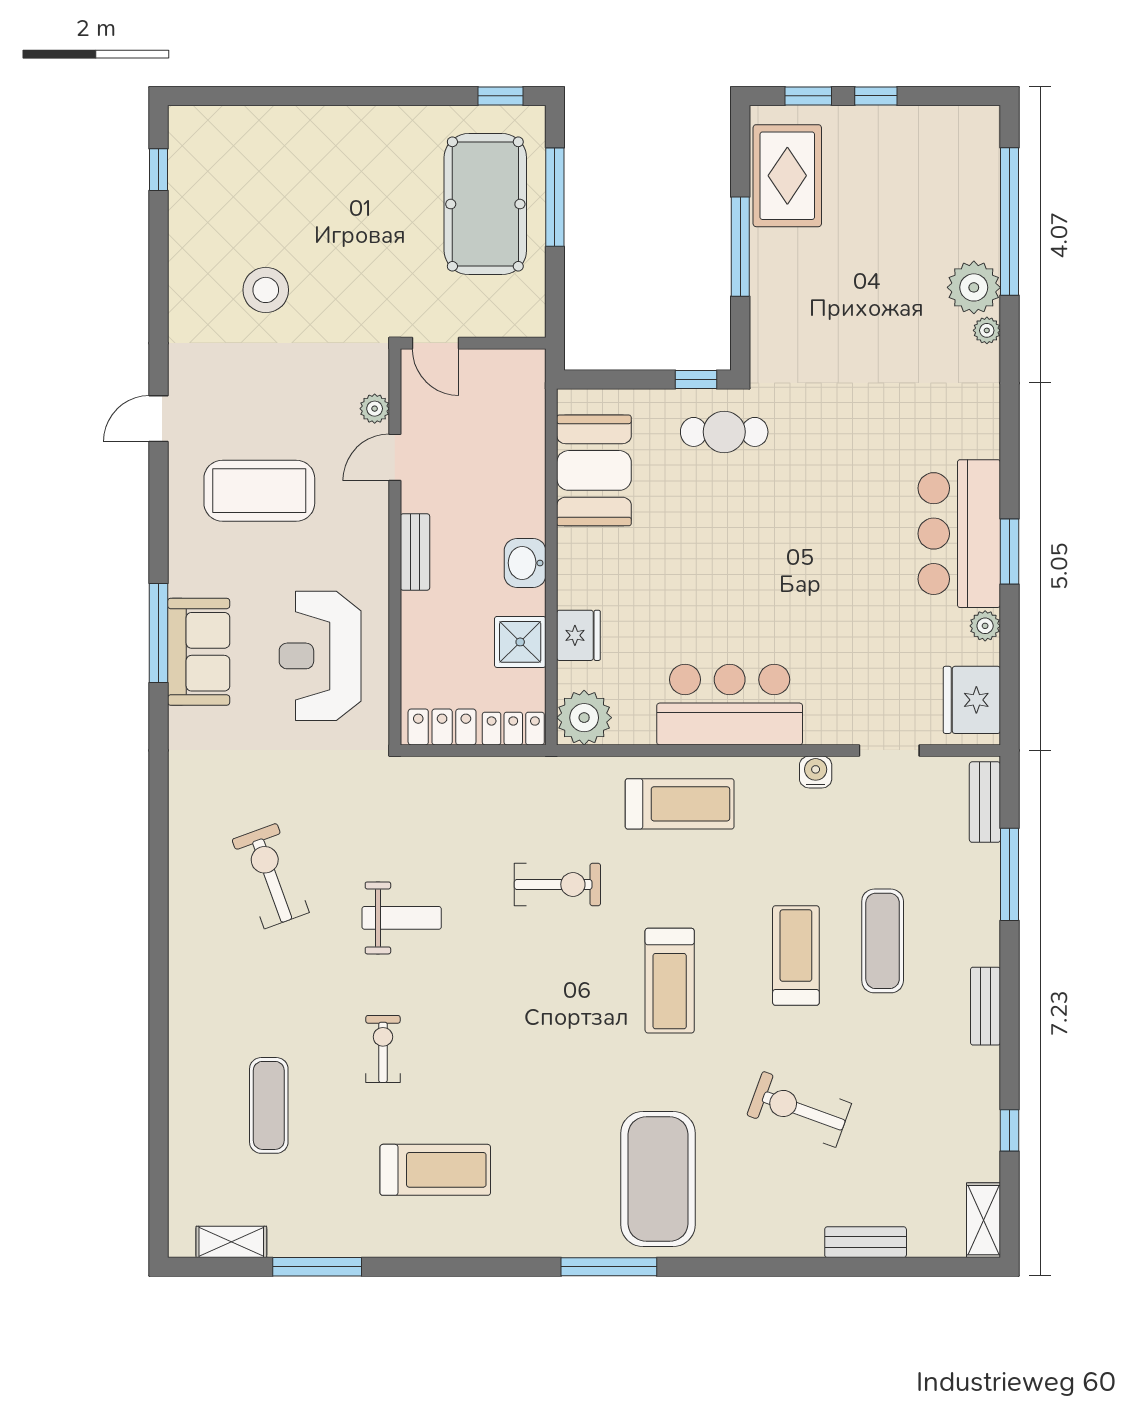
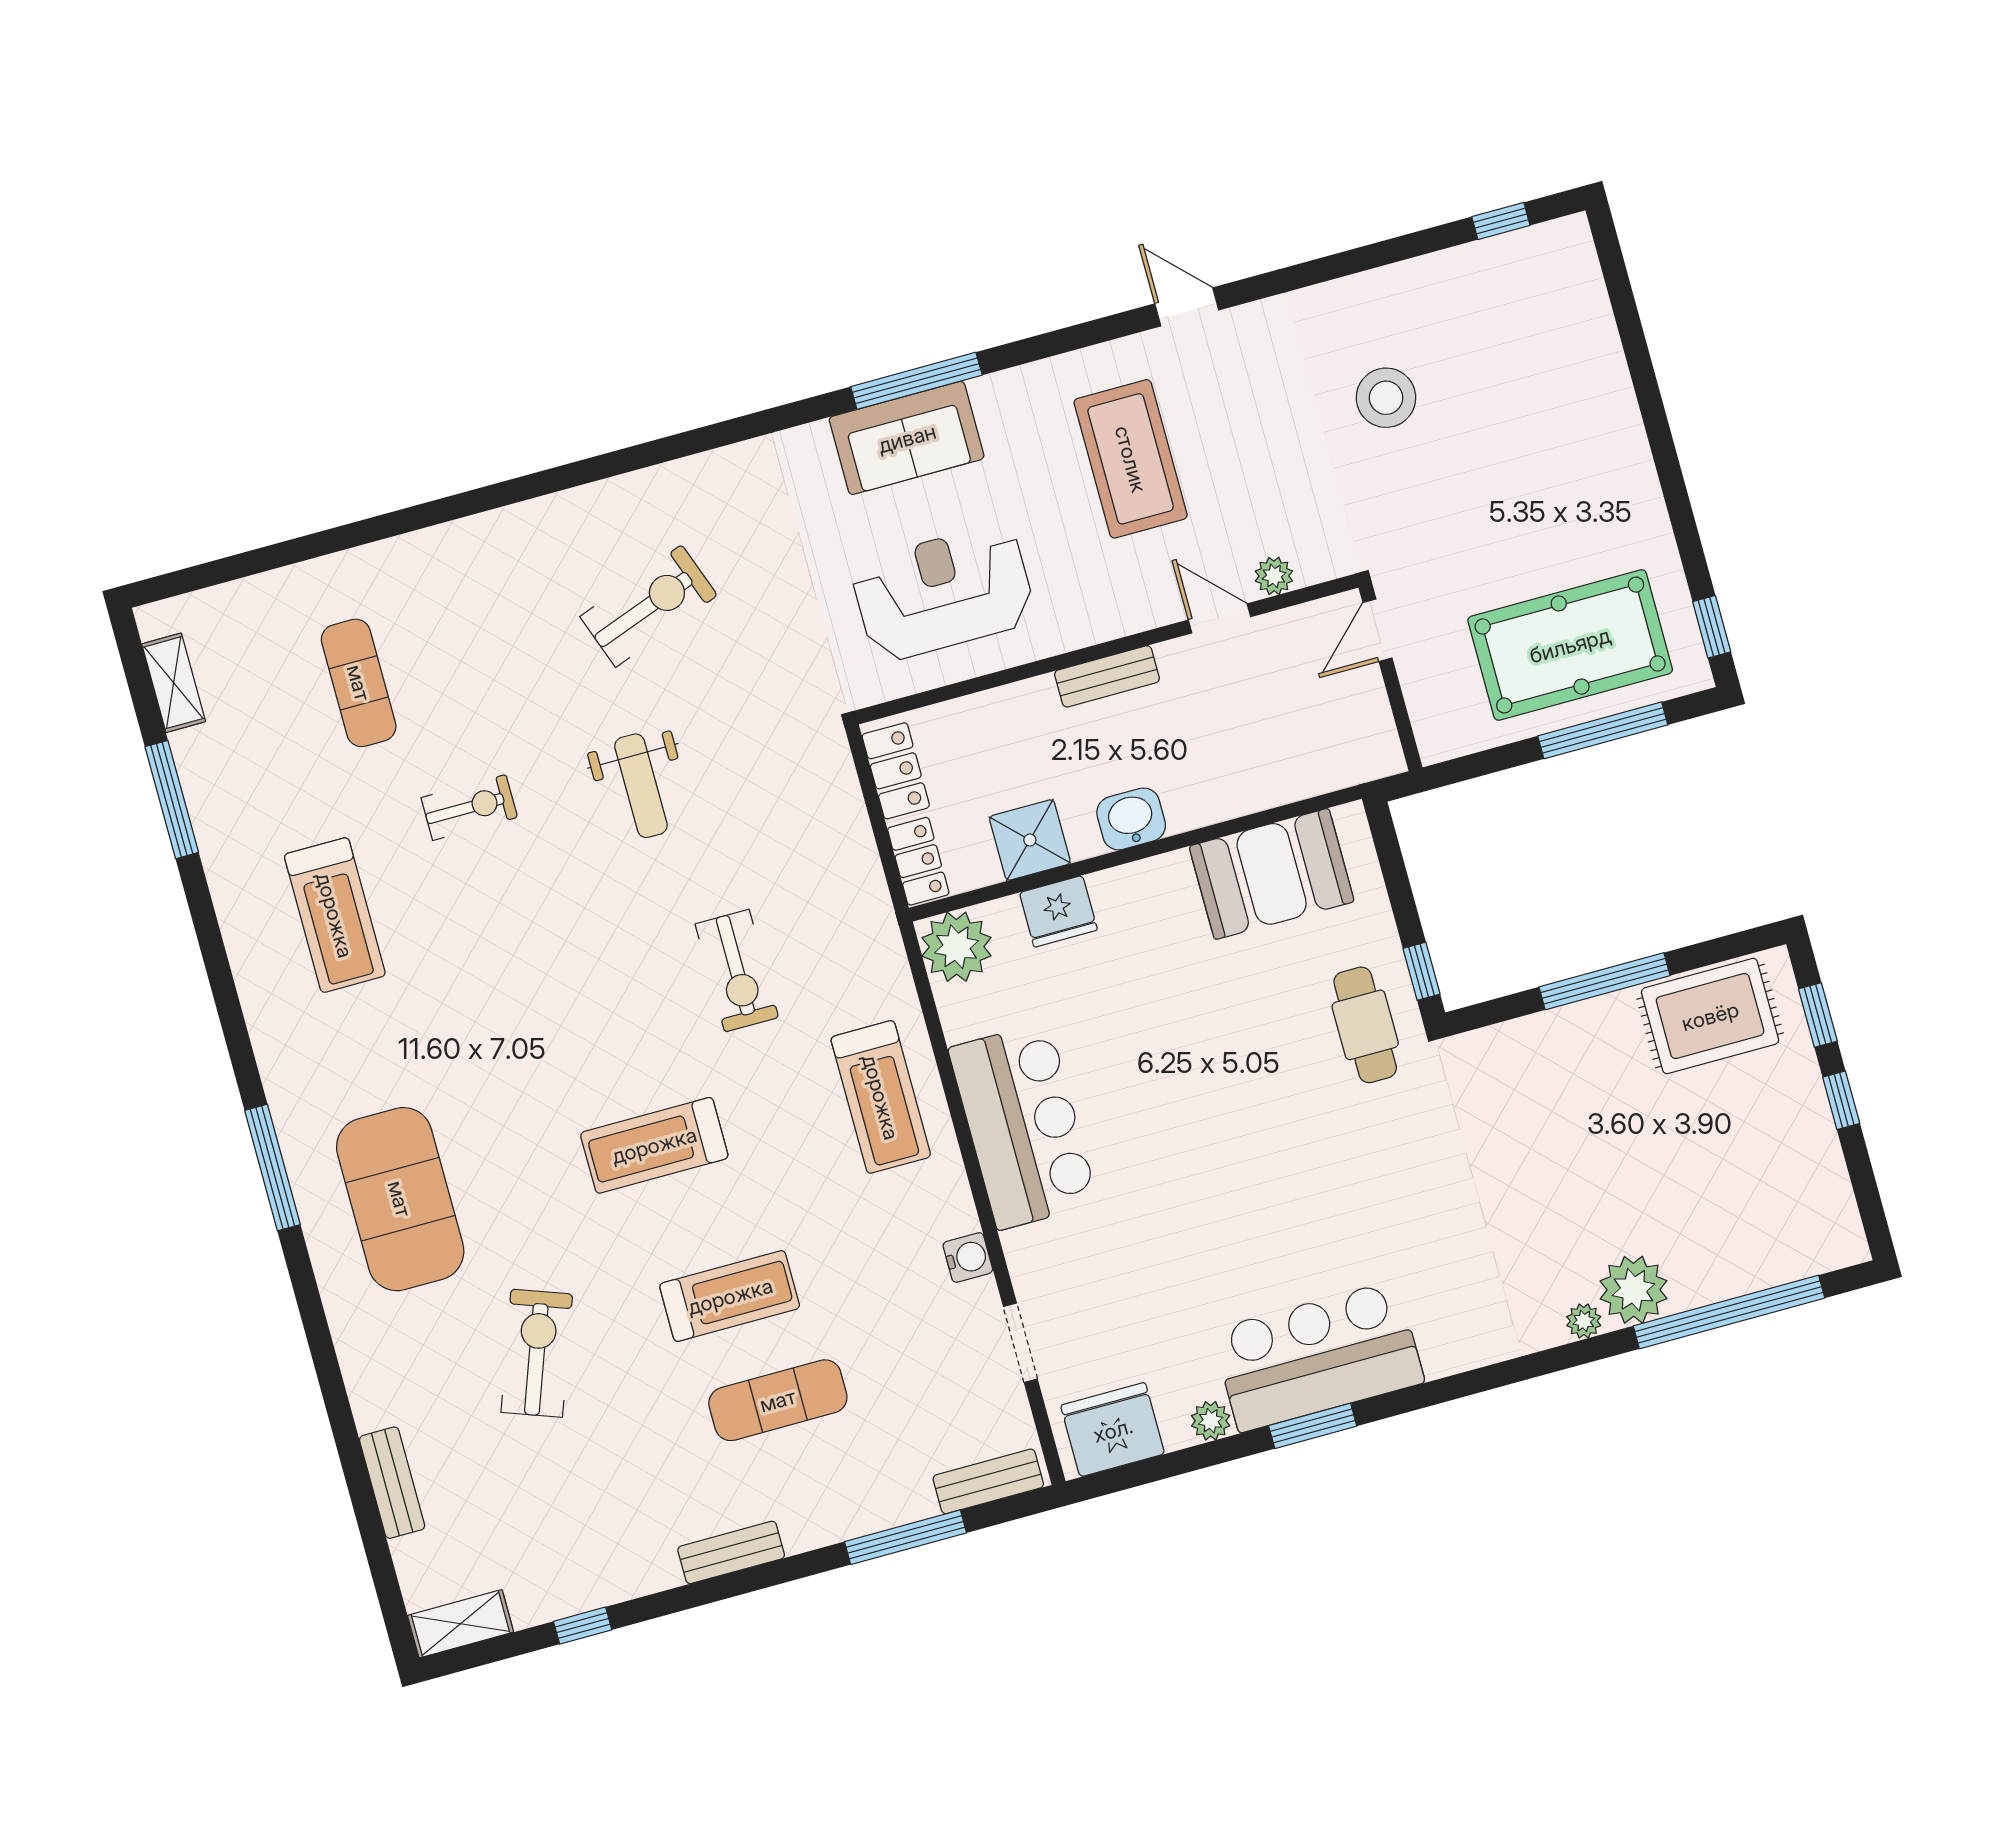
exercise mat: (269, 1105) -> (359, 683), turned 90
exercise mat: (658, 1179) -> (400, 1199), turned 90

